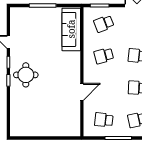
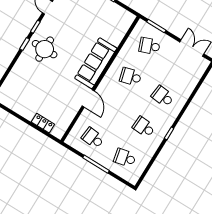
sofa: (71, 29) -> (96, 63), moved
door: (82, 92) -> (88, 98), hinge flipped
locker: (59, 132) -> (43, 123), added

